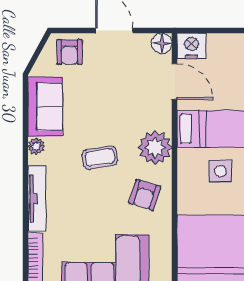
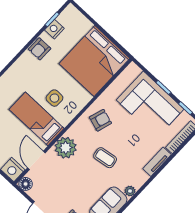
plant: (155, 148) -> (66, 148), moved
tv unit: (37, 199) -> (157, 162), width x0.71

